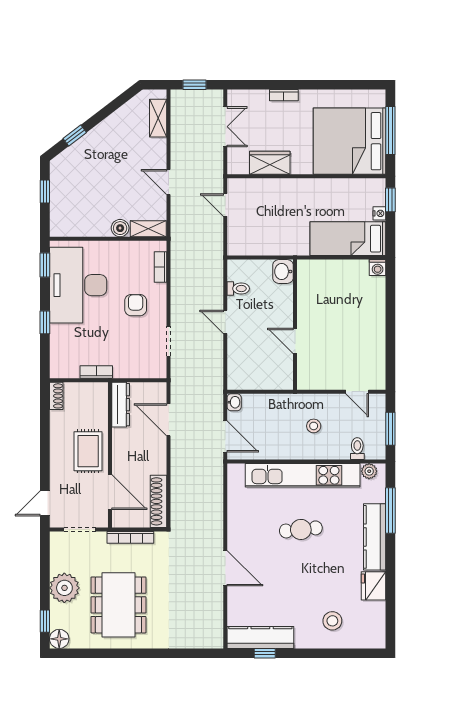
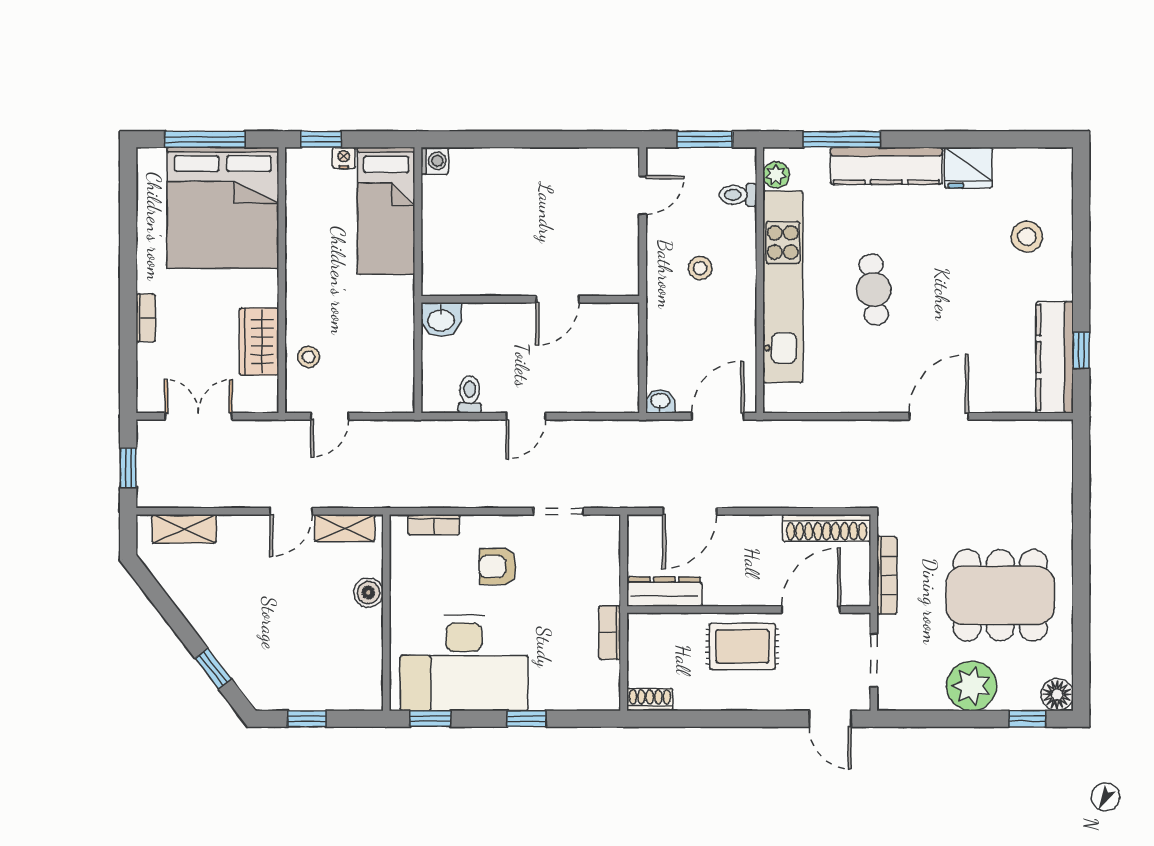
stool: (261, 192) -> (308, 357), added
shelving: (148, 229) -> (345, 528), moved, turned 90

